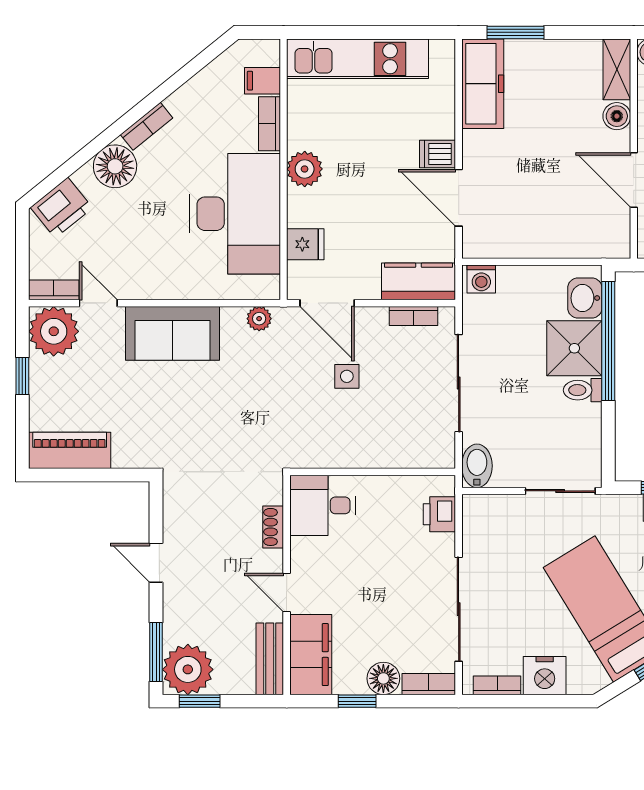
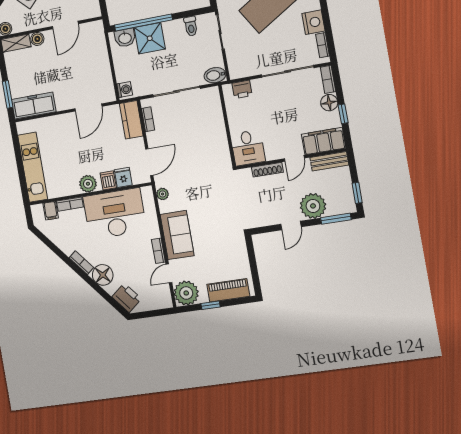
dishwasher: (437, 154) -> (108, 180), moved, turned 180
bookcase: (54, 290) -> (158, 251), moved
side table: (347, 376) -> (183, 147), removed
toilet: (583, 390) -> (191, 26), moved
piano: (70, 450) -> (228, 290), moved, turned 90
shoe rack: (273, 527) -> (267, 170), width x1.43
plant: (188, 669) -> (313, 206), moved

